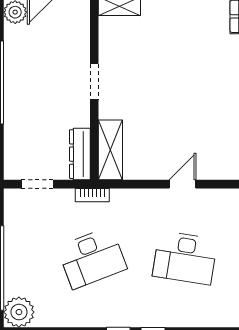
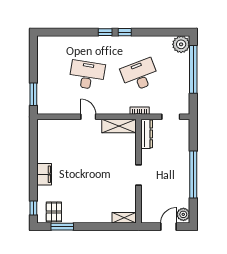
shelving: (110, 150) -> (119, 126), moved, turned 90
door: (183, 184) -> (88, 117), swing flipped

